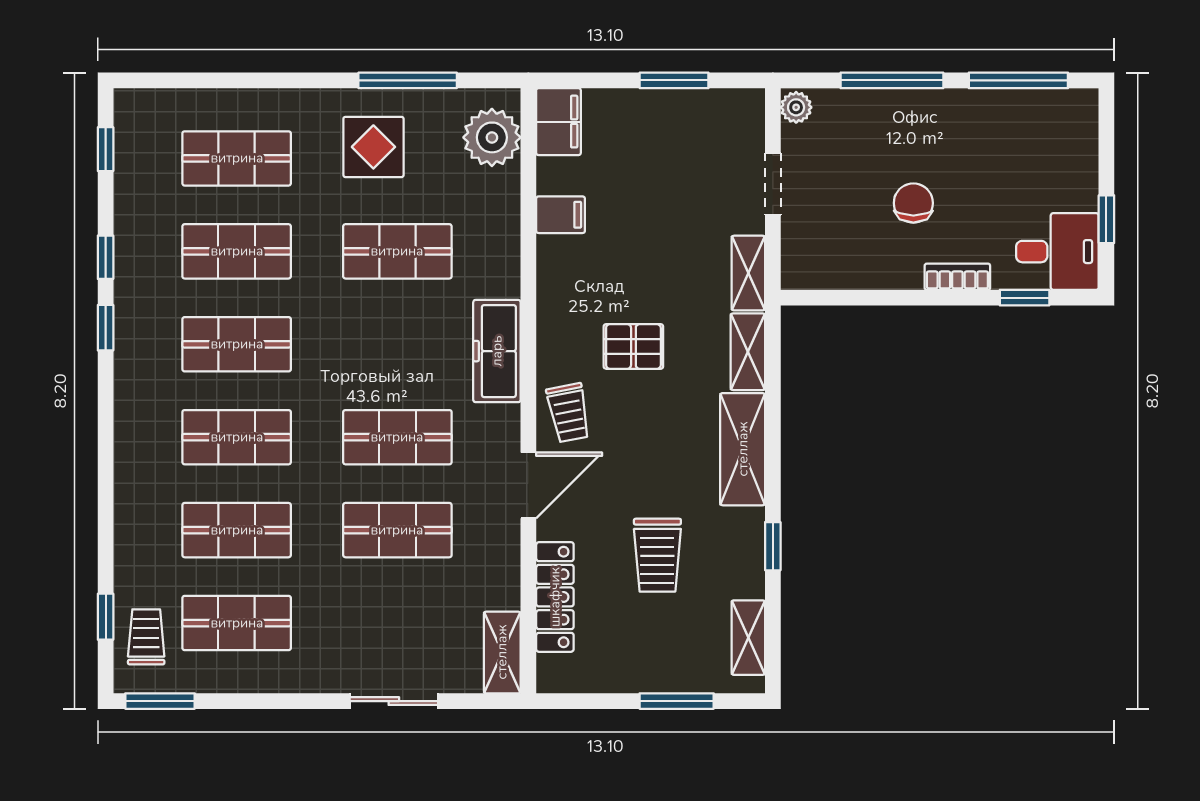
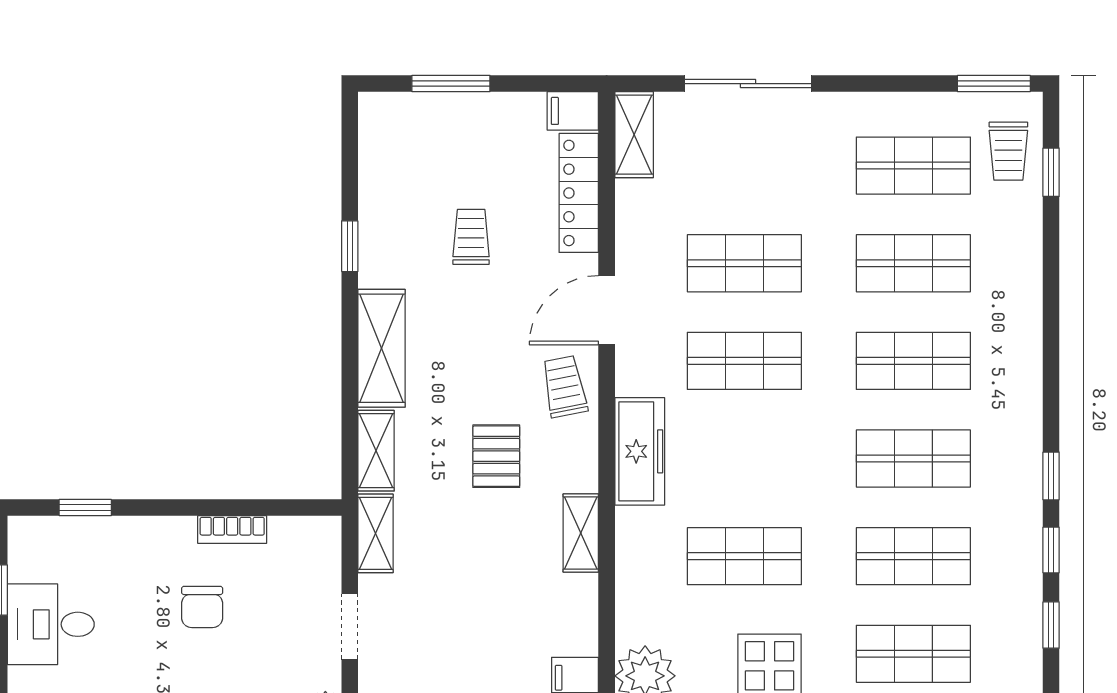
window: (106, 149) -> (1051, 625), moved
filing cabinet: (561, 215) -> (573, 111), moved
desk: (1057, 252) -> (51, 624), moved
bookcase: (957, 277) -> (232, 529), moved
pallet: (633, 346) -> (496, 456), turned 90
trolley: (657, 555) -> (471, 237), width x0.73, depth x0.72
shelving: (748, 638) -> (581, 533), moved
sliding door: (394, 701) -> (748, 84), width x1.37

